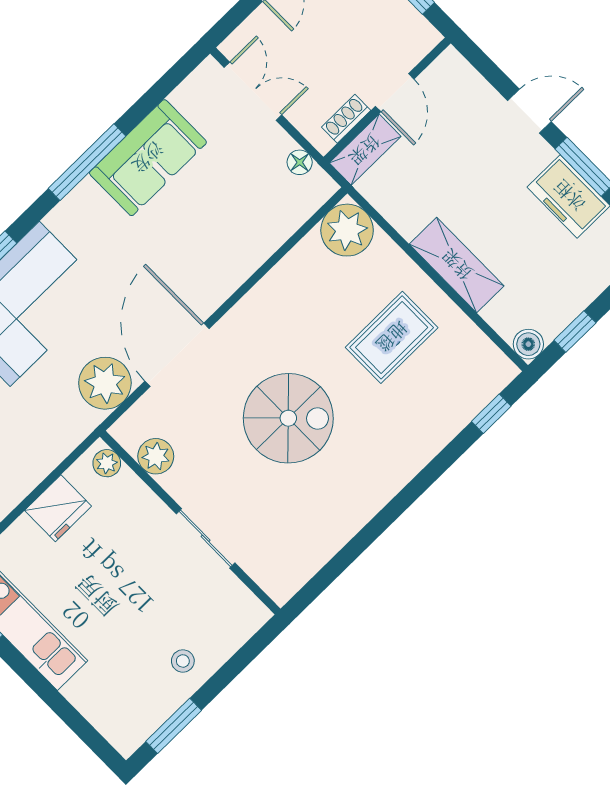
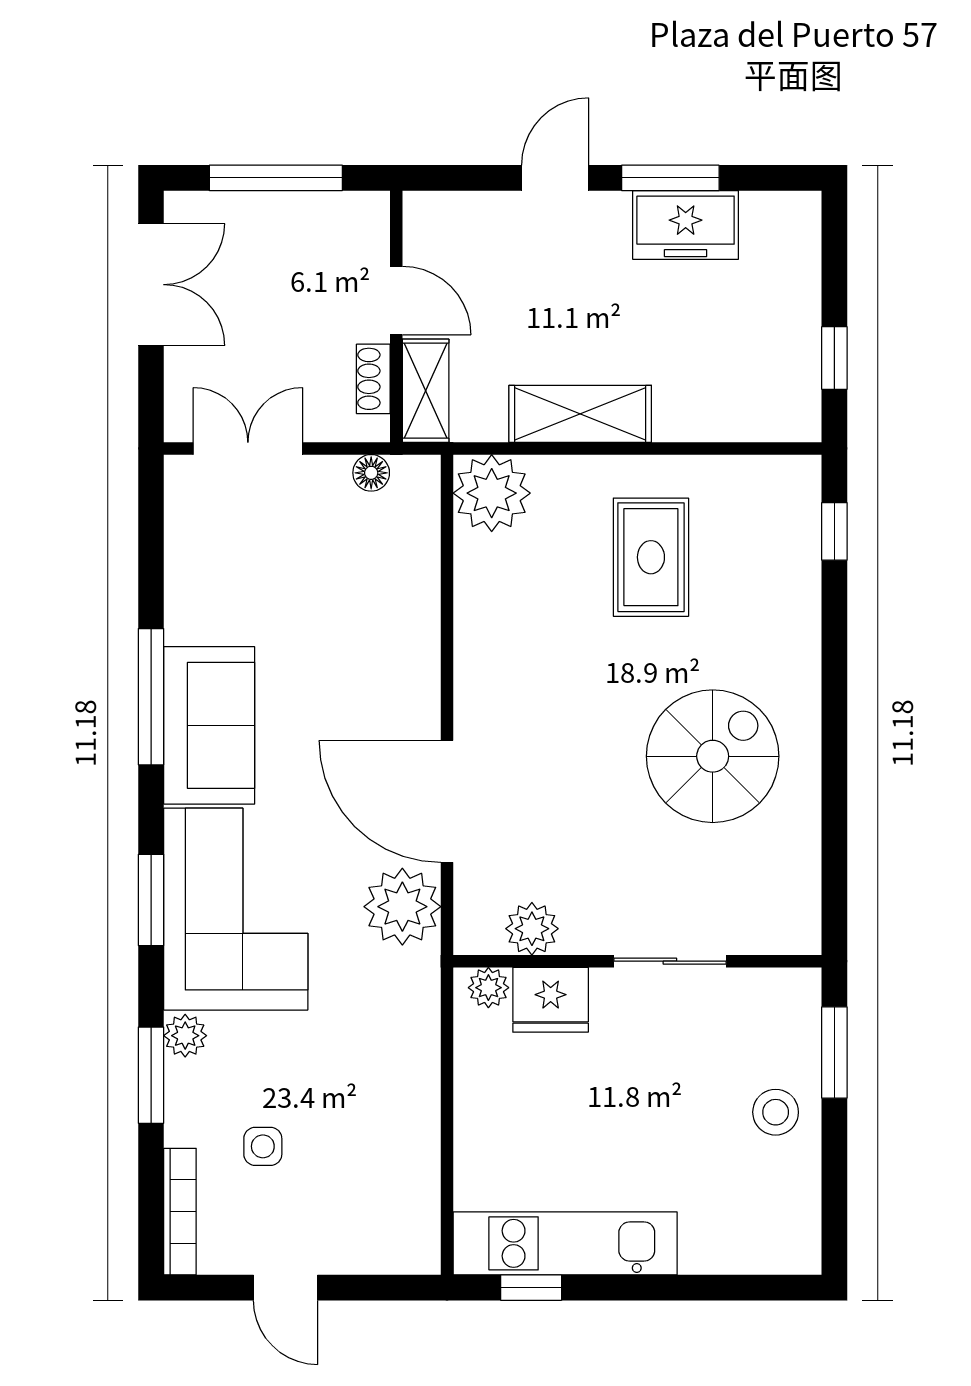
sofa: (148, 158) -> (209, 725), moved
shelving: (457, 265) -> (580, 414), moved
boiler: (528, 344) -> (800, 420), removed
spiral stairs: (288, 418) -> (713, 756), moved
fridge: (58, 508) -> (551, 1000), moved, turned 90
stool: (183, 661) -> (776, 1112), width x1.37, depth x1.37
window: (174, 726) -> (834, 1053), moved

